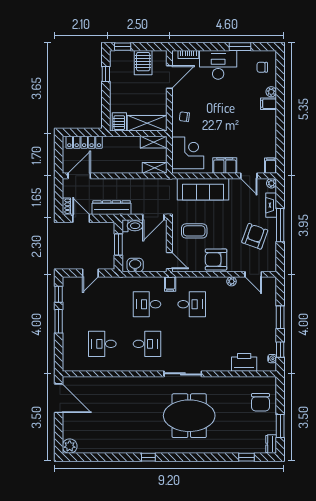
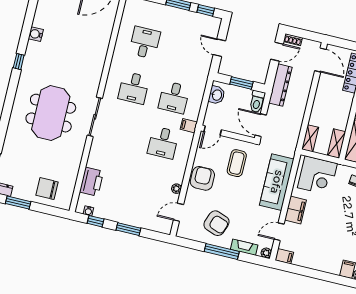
desk: (147, 304) -> (174, 97), turned 180
water cooler: (119, 447) -> (36, 34), added

